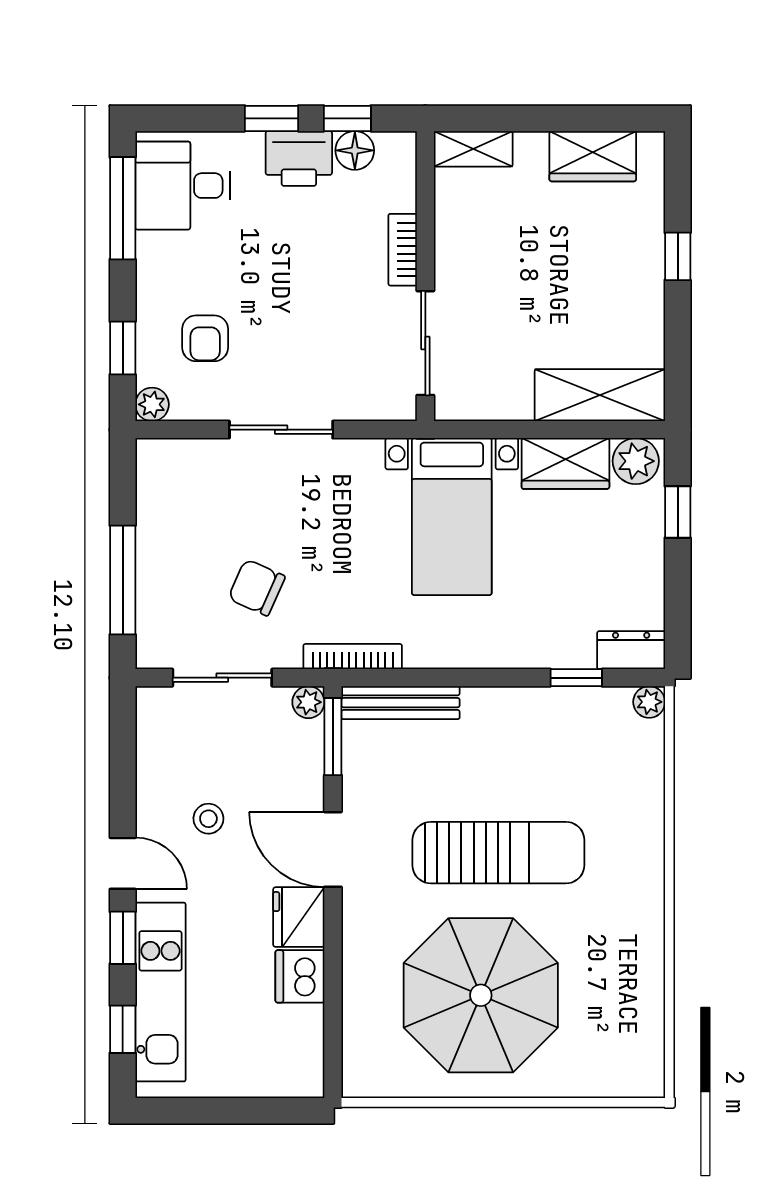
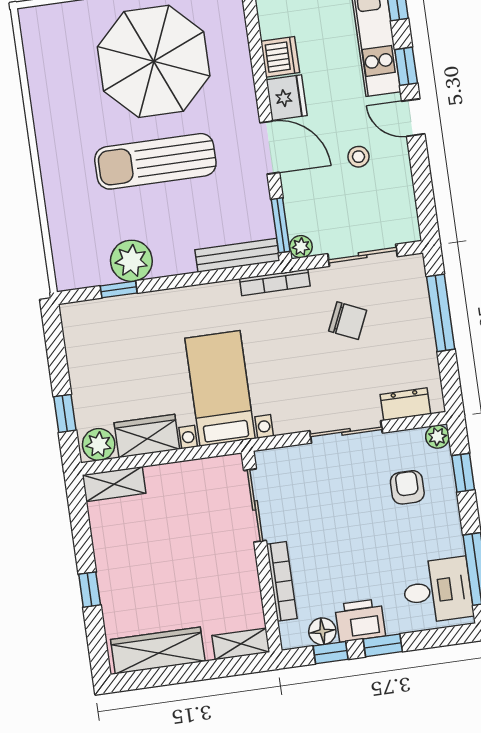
wardrobe: (593, 156) -> (158, 650), width x1.50
bookcase: (403, 250) -> (282, 581), width x1.56
shelving: (600, 395) -> (114, 484), width x0.67, depth x0.75
dresser: (631, 650) -> (405, 404), moved, turned 180
plant: (649, 702) -> (131, 261), moved, width x1.88, depth x1.88

